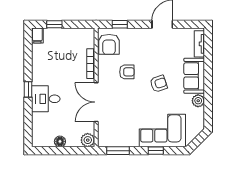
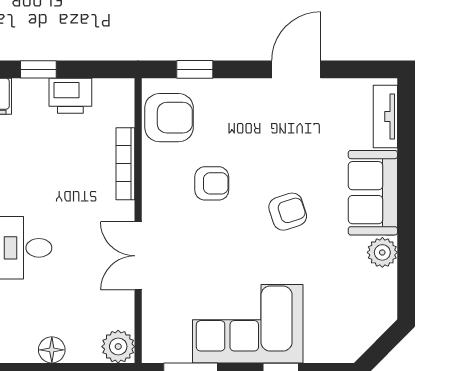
printer: (68, 35) -> (70, 96), added
armchair: (109, 44) -> (169, 118), turned -90
double door: (96, 102) -> (138, 256), width x0.73
corner sofa: (162, 131) -> (248, 324), moved

